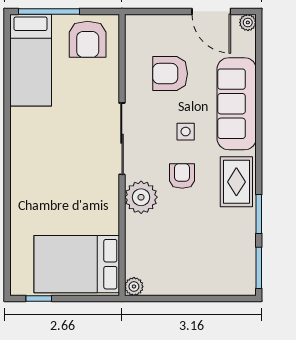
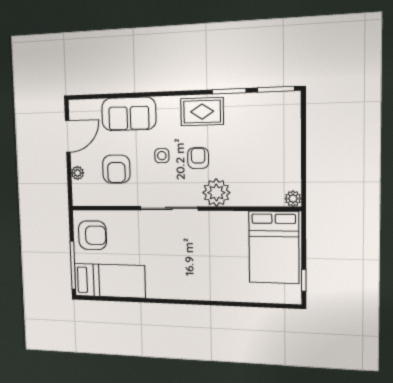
plant: (248, 22) -> (77, 173), moved
sofa: (237, 104) -> (129, 114), width x0.73
armchair: (182, 176) -> (198, 158), turned 90

